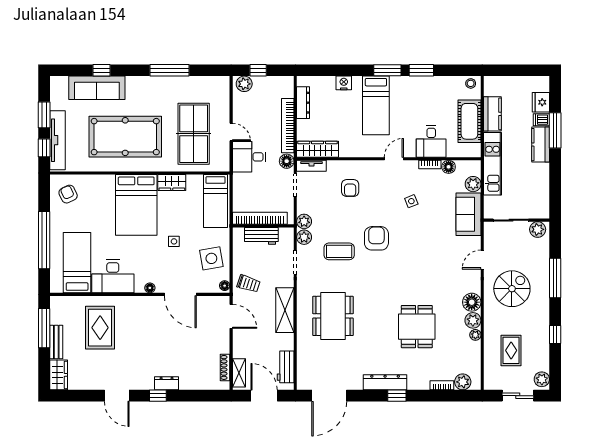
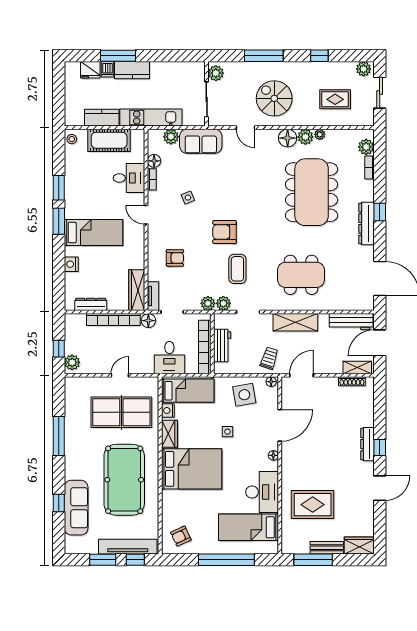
desk: (249, 157) -> (169, 358), moved
nightstand: (195, 181) -> (168, 410), added
dining table: (417, 327) -> (312, 192), width x1.88, depth x1.24
workbench: (286, 367) -> (351, 322), width x1.38
dresser: (167, 383) -> (367, 444), width x1.44

